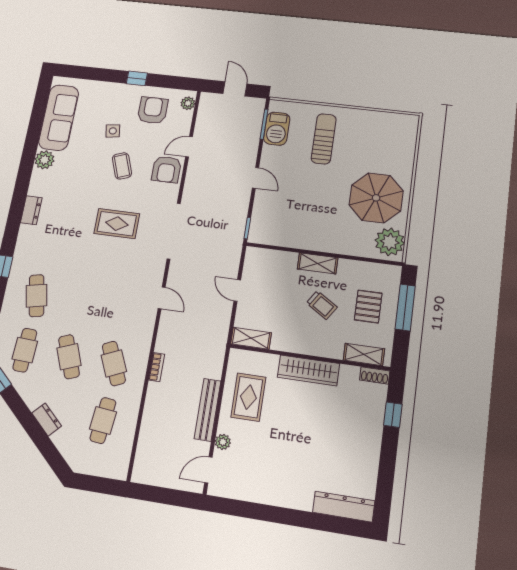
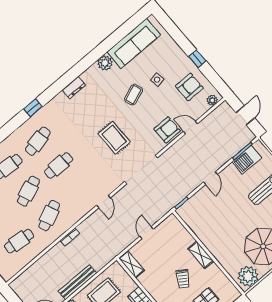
coffee table: (122, 166) -> (133, 95), moved
armchair: (166, 169) -> (167, 130), turned 180
cafe table: (80, 302) -> (59, 165), added

